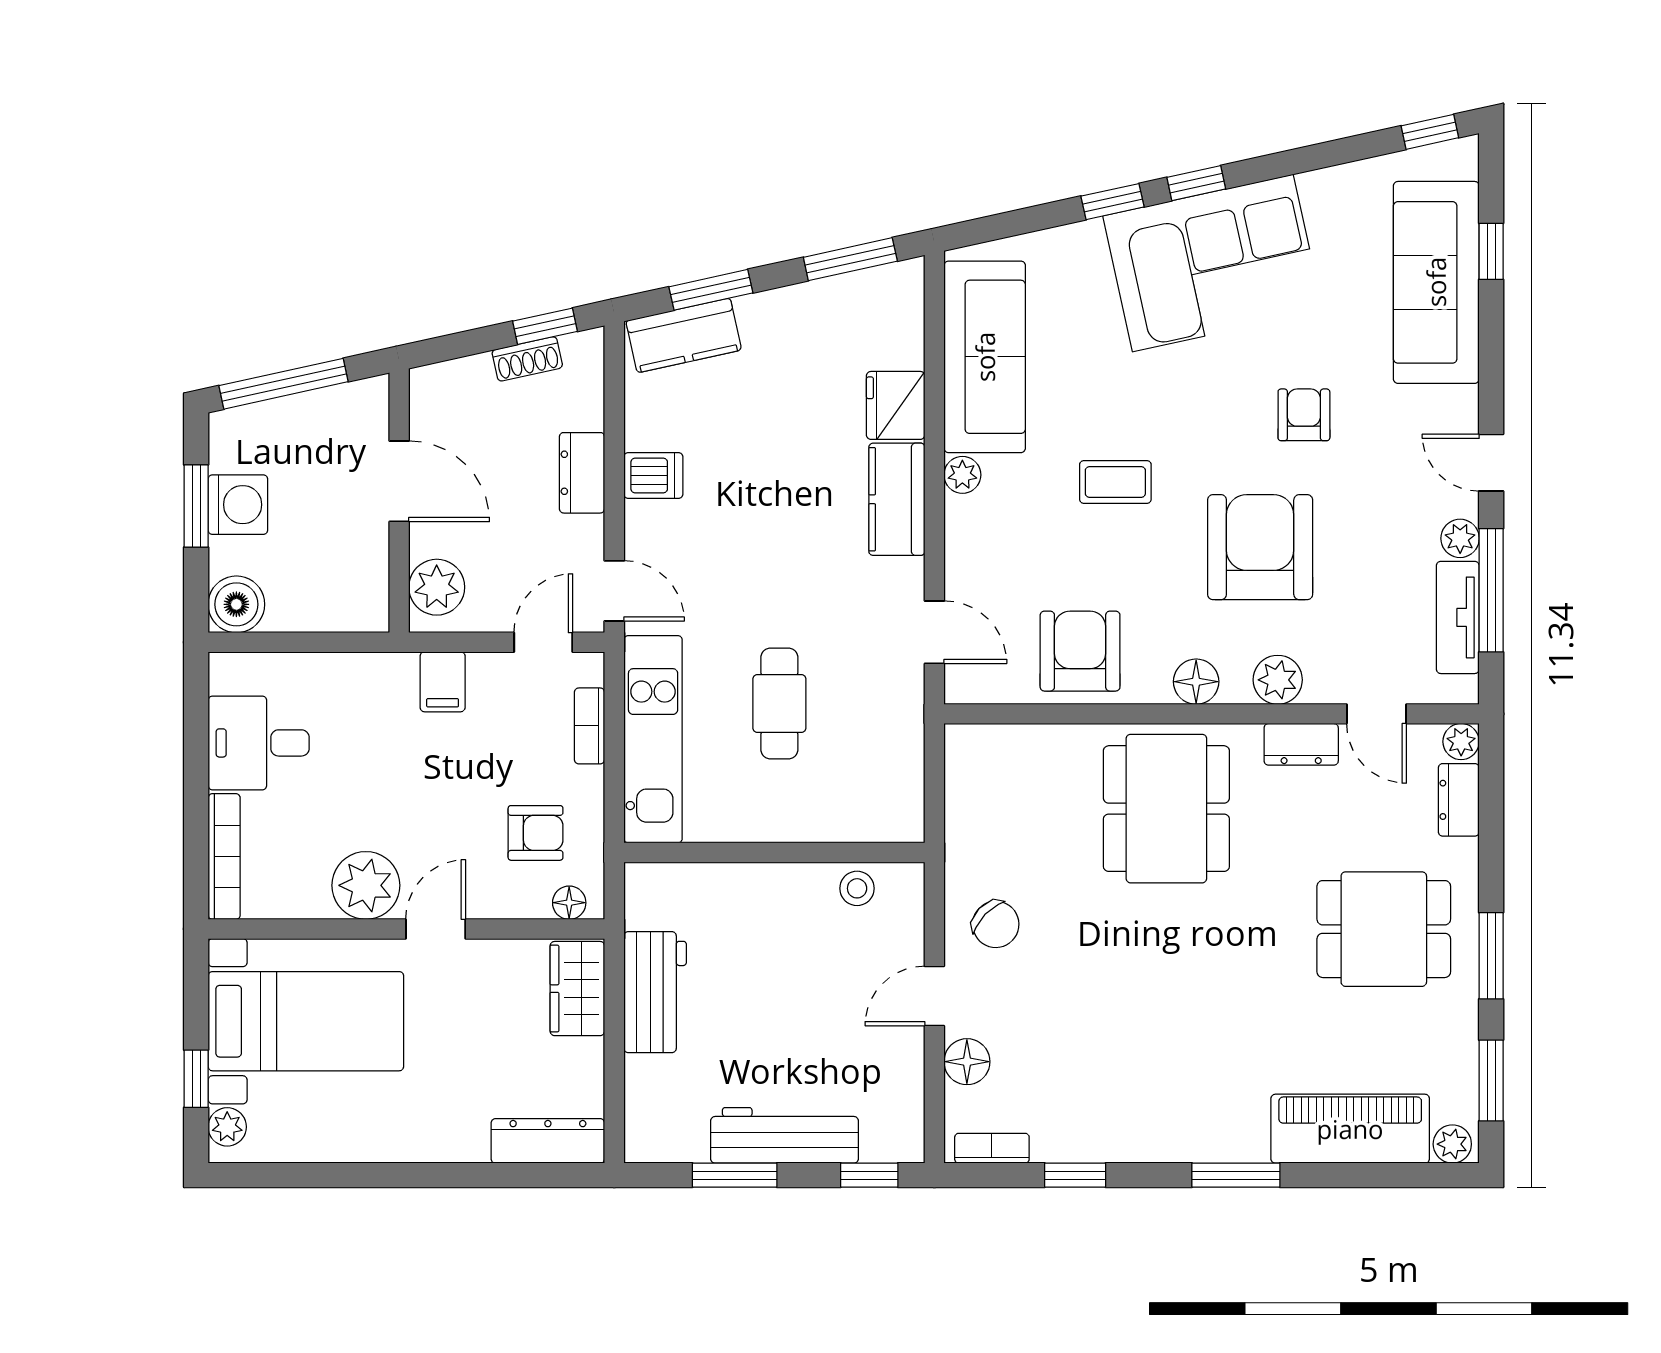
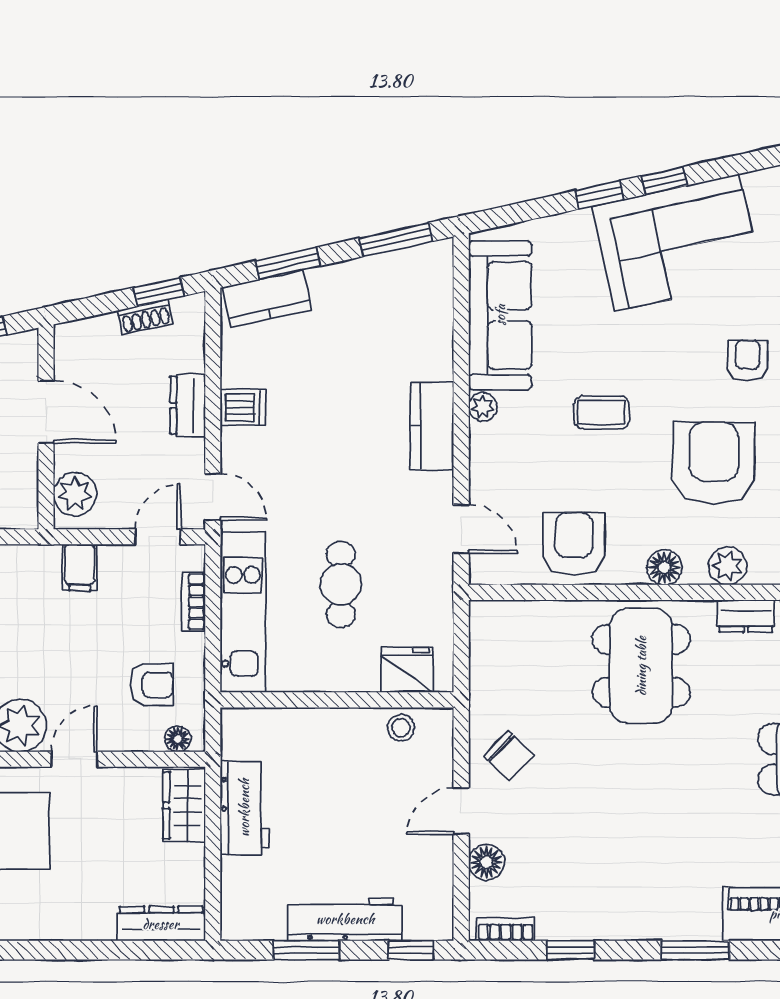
fridge: (896, 405) -> (407, 670), moved, turned 90

